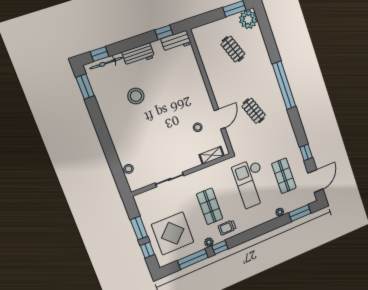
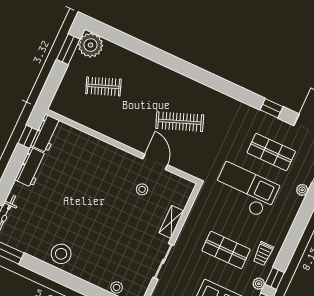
workbench: (138, 55) -> (31, 167), moved
window: (284, 85) -> (185, 68), removed
stool: (136, 96) -> (61, 254), moved
clothes rail: (254, 111) -> (180, 122), width x1.36
shelving: (212, 155) -> (171, 222), moved
checkout: (251, 183) -> (245, 190), turned 180

